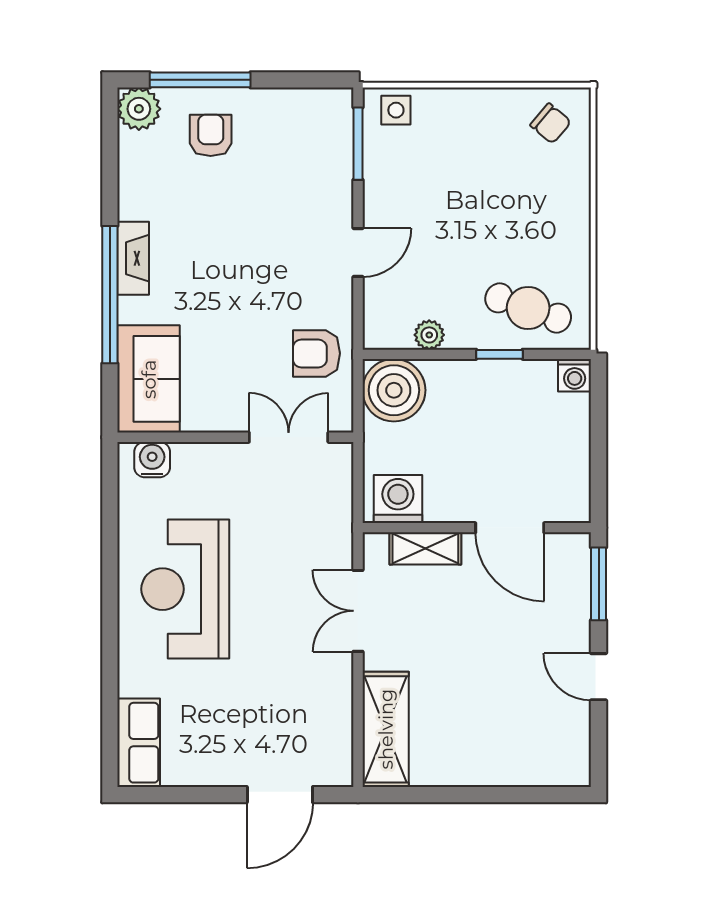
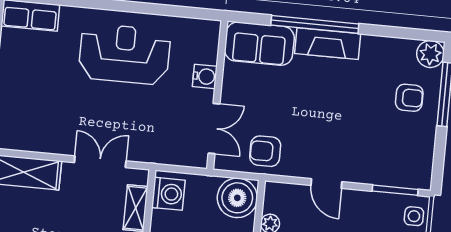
fireplace: (133, 258) -> (328, 44), width x1.37, depth x1.32
armchair: (316, 353) -> (265, 151), turned -90
water cooler: (152, 460) -> (205, 76), moved

